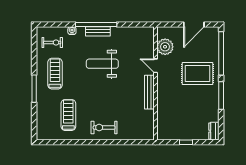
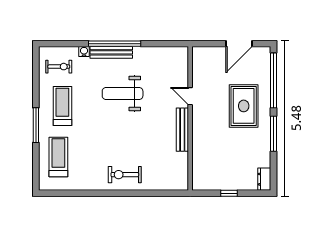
bench: (98, 31) -> (111, 52), width x1.36
plant: (165, 47) -> (202, 72), removed
rug: (198, 73) -> (244, 106), turned 90
treadmill: (68, 115) -> (58, 157), moved

